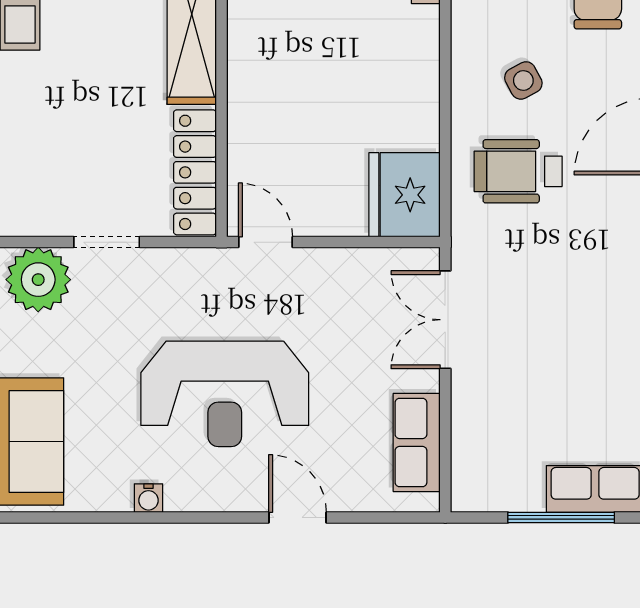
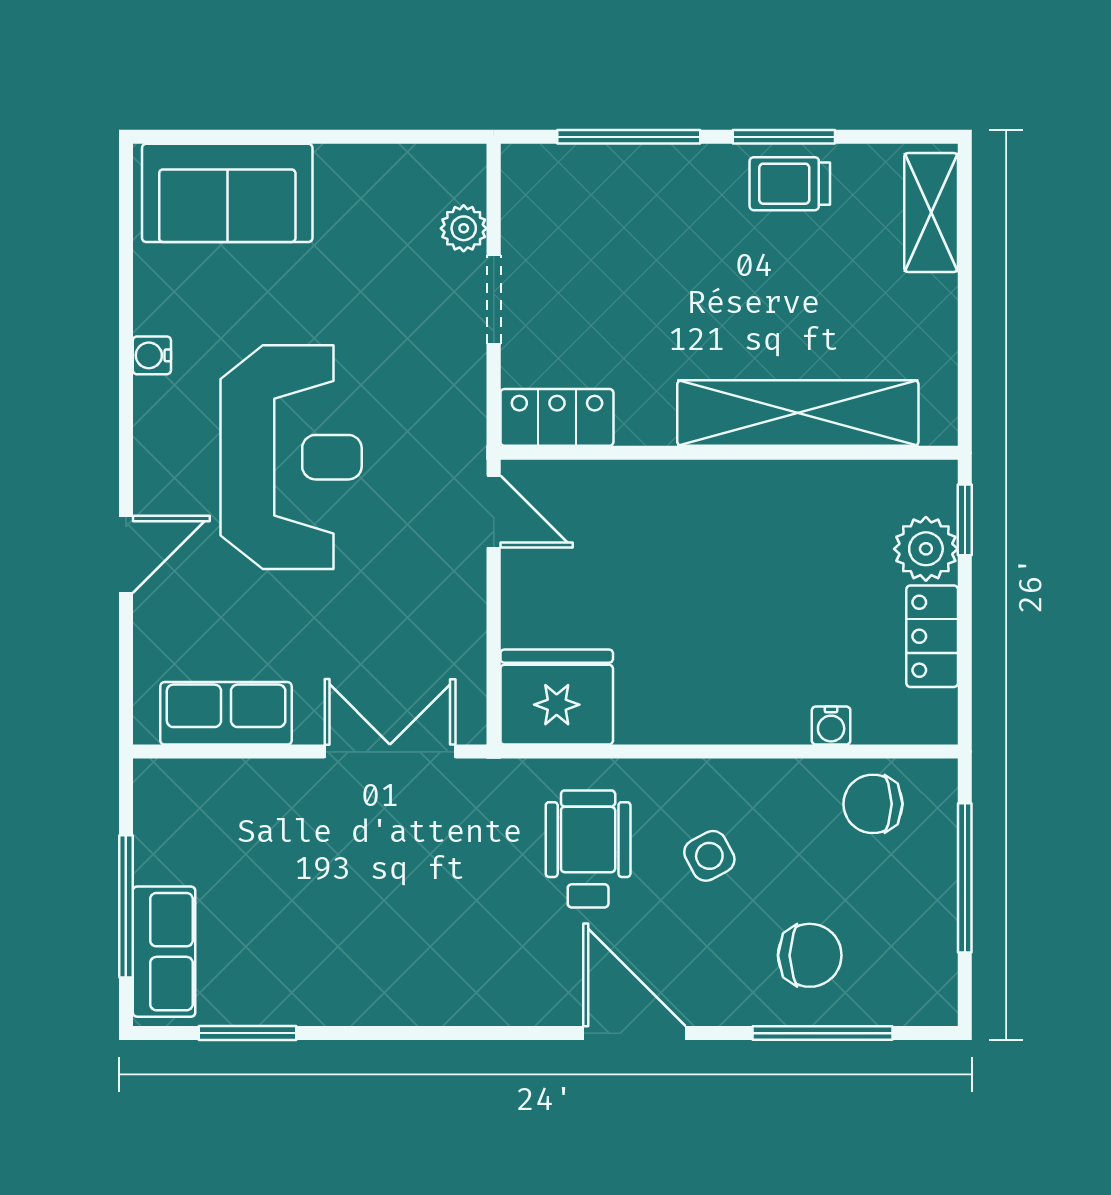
locker: (195, 172) -> (557, 417), width x0.66
door: (265, 242) -> (494, 512), hinge flipped
plant: (38, 280) -> (464, 228), width x0.53, depth x0.53
reception desk: (225, 394) -> (291, 457), turned 180

